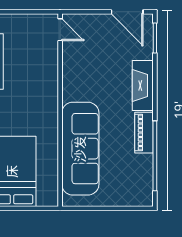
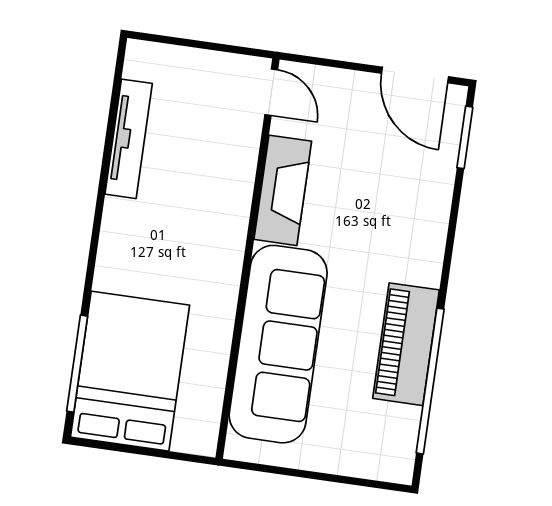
fireplace: (143, 85) -> (283, 190), moved, turned 180
piano: (144, 133) -> (406, 344), width x1.37, depth x1.33

